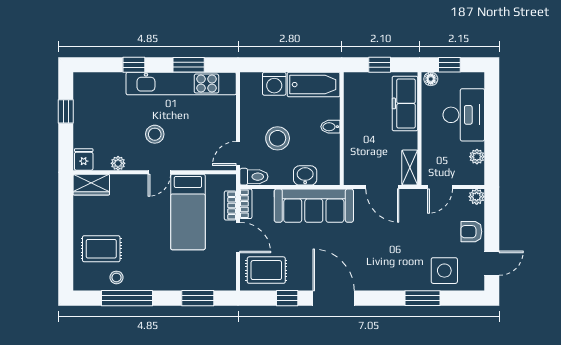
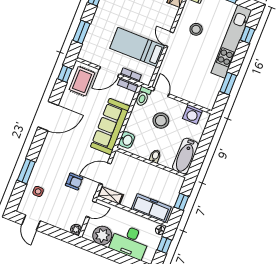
window: (134, 65) -> (248, 35), moved
kitchen unit: (181, 84) -> (231, 42), moved
washing machine: (274, 84) -> (192, 114), moved, turned -90
stool: (155, 134) -> (196, 29), moved
plant: (477, 157) -> (102, 235), width x1.87, depth x1.87
plant: (118, 163) -> (185, 16), removed
washbasin: (305, 175) -> (127, 140), moved
door: (440, 187) -> (91, 209), swing flipped
armchair: (471, 232) -> (74, 182), moved, turned 90
side table: (444, 271) -> (38, 191), width x0.54, depth x0.54
window: (287, 298) -> (65, 74), moved

